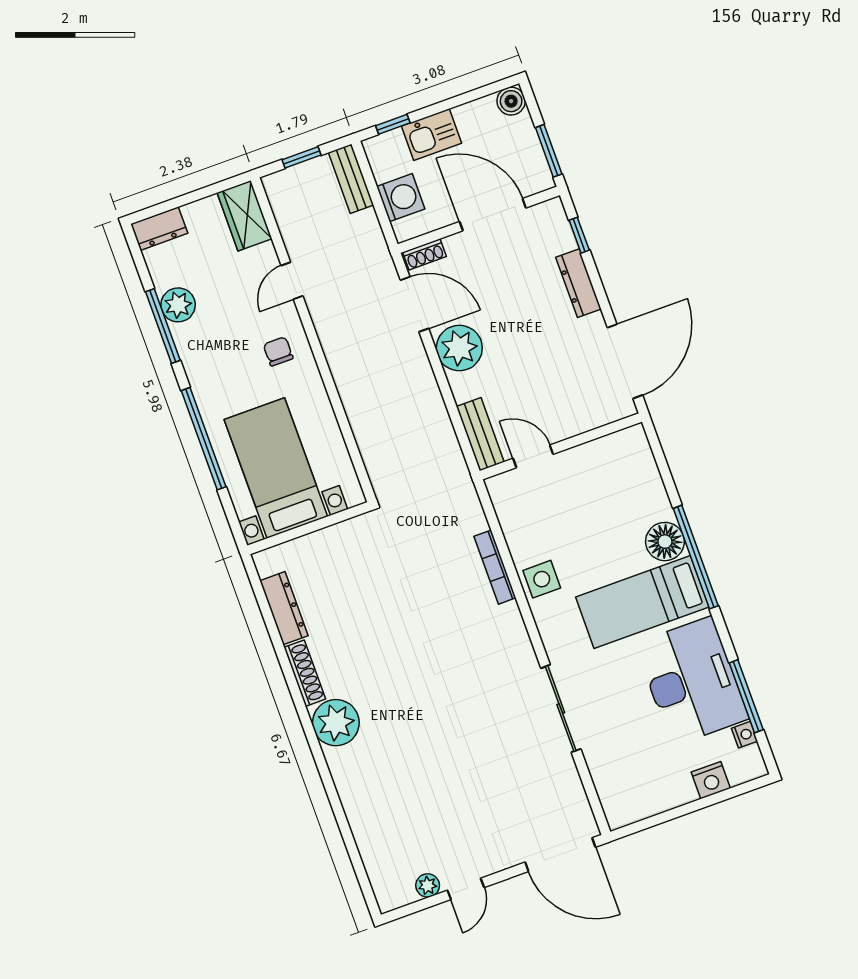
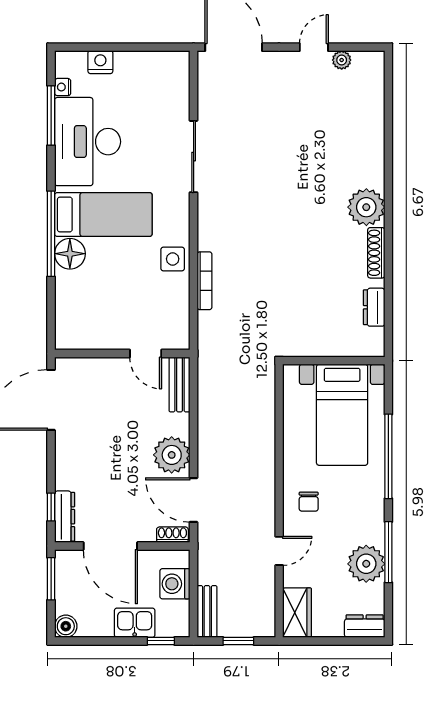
dresser: (578, 283) -> (65, 517), moved
plant: (178, 305) -> (366, 564), width x1.36, depth x1.36
dresser: (284, 608) -> (374, 307), width x0.70

